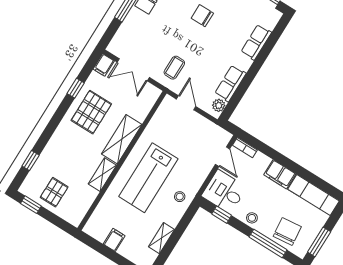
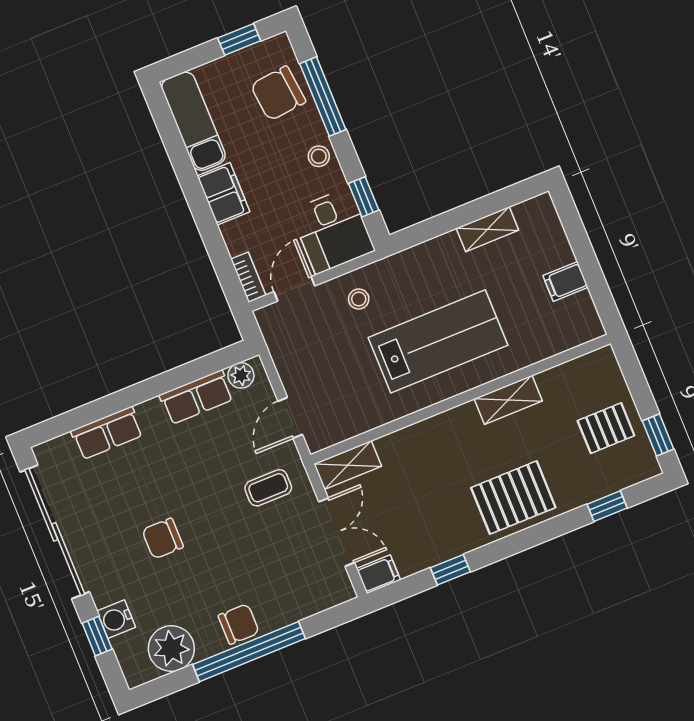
chair: (202, 16) -> (163, 538), turned 90
pallet: (91, 112) -> (513, 498), moved
shelving: (122, 139) -> (348, 465), moved, width x0.67, depth x0.75
stool: (180, 197) -> (359, 299), moved
window: (319, 242) -> (239, 39), width x0.67

